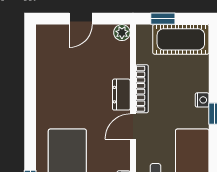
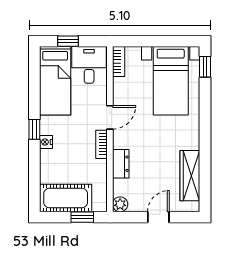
wardrobe: (47, 64) -> (190, 176), added
bookcase: (142, 89) -> (102, 144), width x0.64
dresser: (121, 95) -> (121, 164), moved

